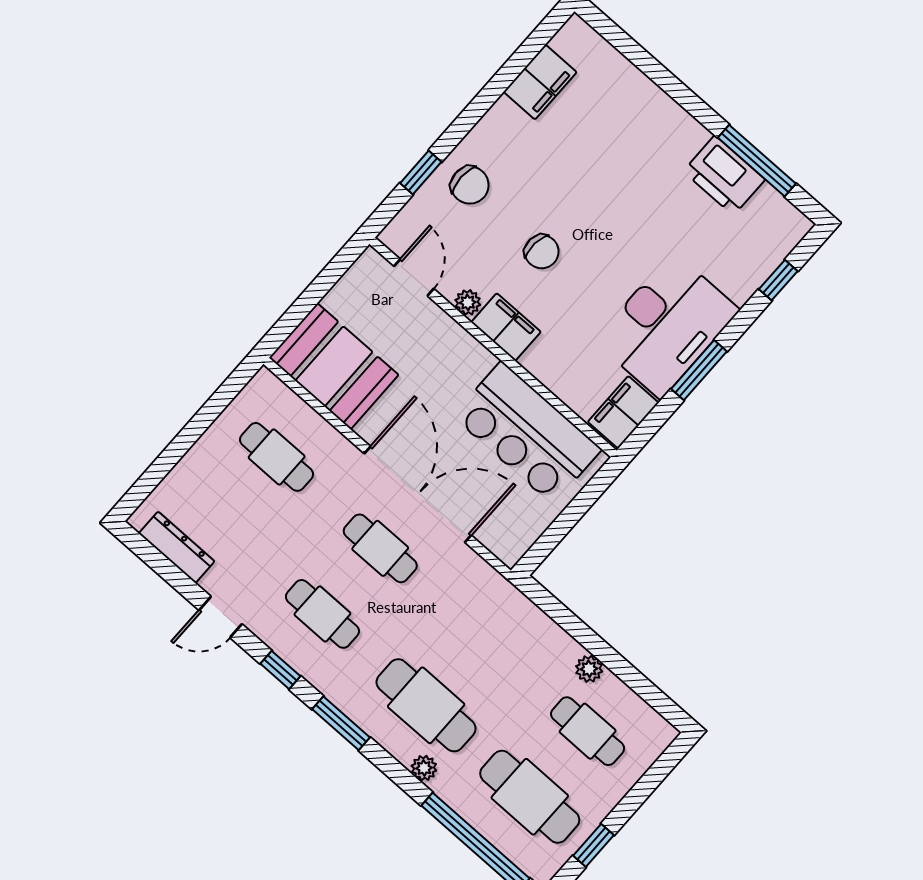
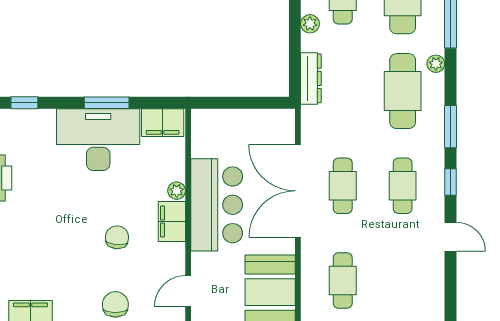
plant: (468, 302) -> (177, 191), moved
bar counter: (527, 433) -> (217, 205), moved
dresser: (177, 547) -> (311, 78), moved, turned 180

